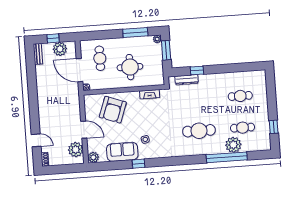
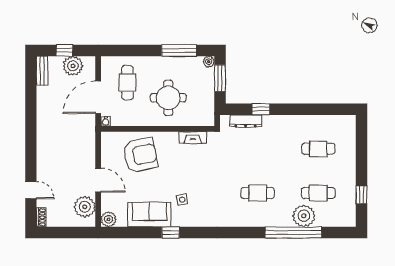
door: (80, 70) -> (98, 97), hinge flipped
armchair: (113, 110) -> (140, 155), turned -122
cafe table: (199, 131) -> (258, 193), width x0.73, depth x0.74

